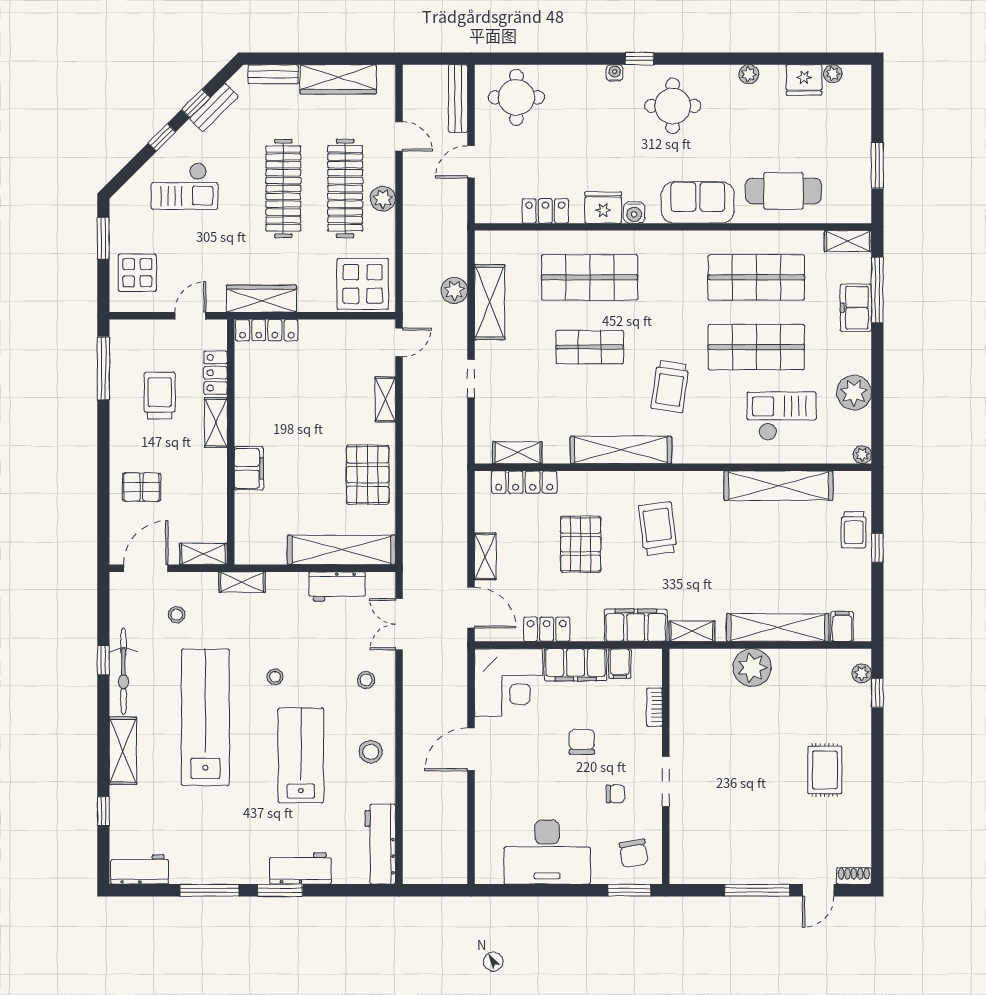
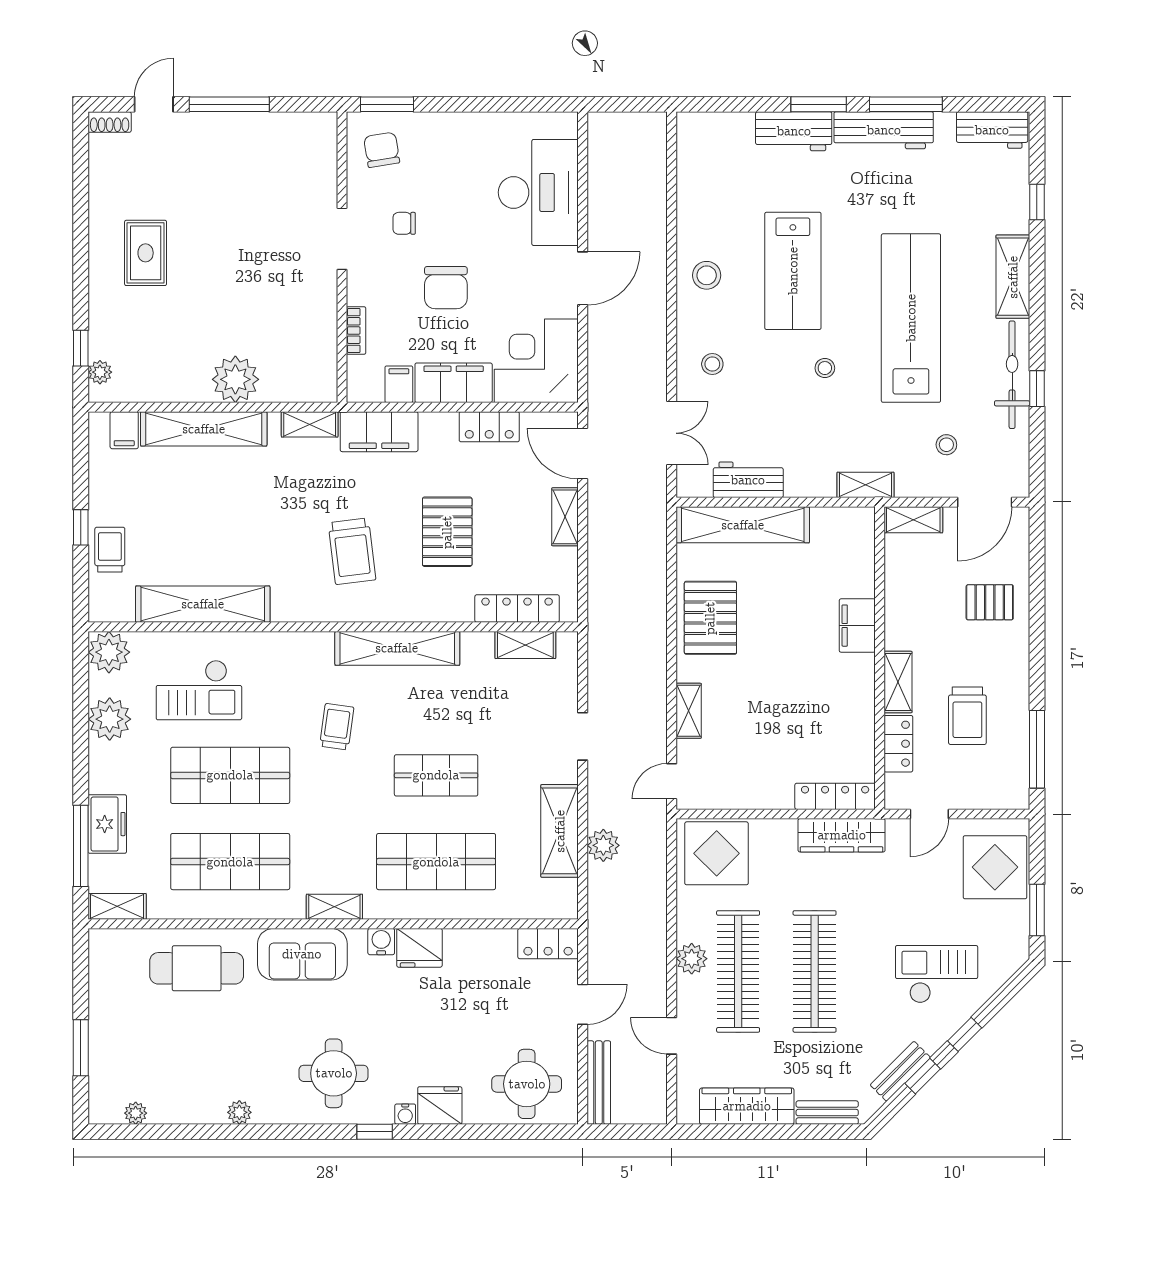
fridge: (804, 80) -> (440, 1105), moved
window: (877, 166) -> (81, 1048), moved
locker: (545, 211) -> (548, 944), moved
shelving: (672, 241) -> (334, 907), added
display table: (137, 273) -> (995, 867), width x1.36, depth x1.36
trolley: (670, 386) -> (337, 727), width x0.73, depth x0.72
plant: (862, 455) -> (109, 652), width x1.88, depth x1.88
lab bench: (205, 717) -> (911, 318), turned 180
chair: (582, 742) -> (446, 288), width x1.37, depth x1.37
workbench: (380, 844) -> (884, 130), moved, turned 90
desk: (547, 852) -> (538, 192), moved, turned 90

